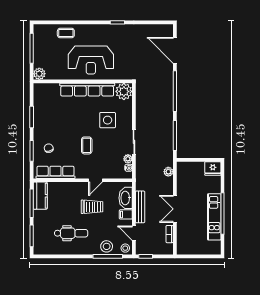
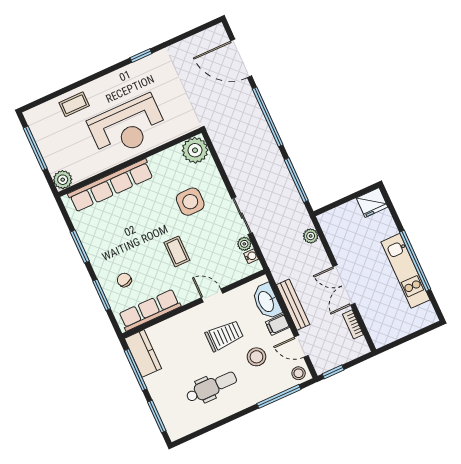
row of seats: (87, 90) -> (111, 185), moved
door: (96, 180) -> (212, 296), swing flipped
stool: (107, 246) -> (256, 357), moved

